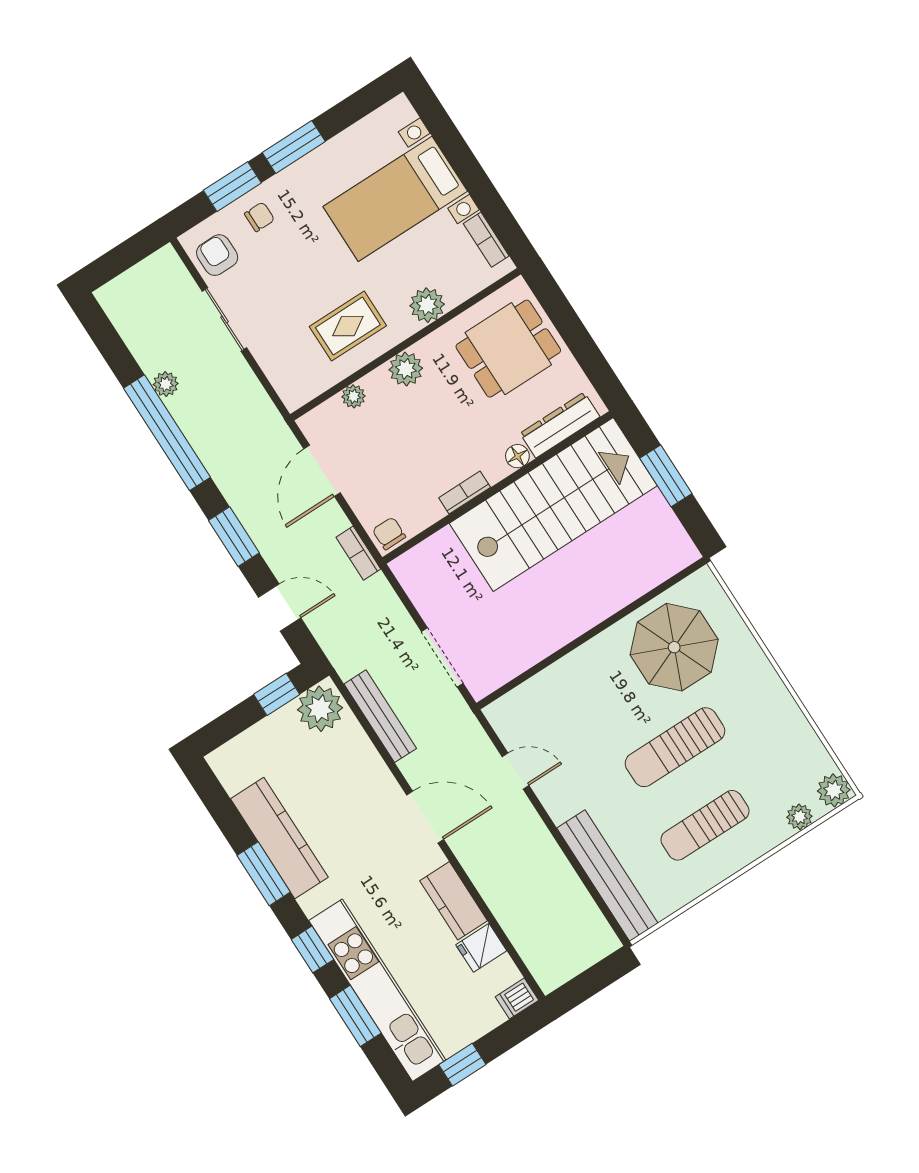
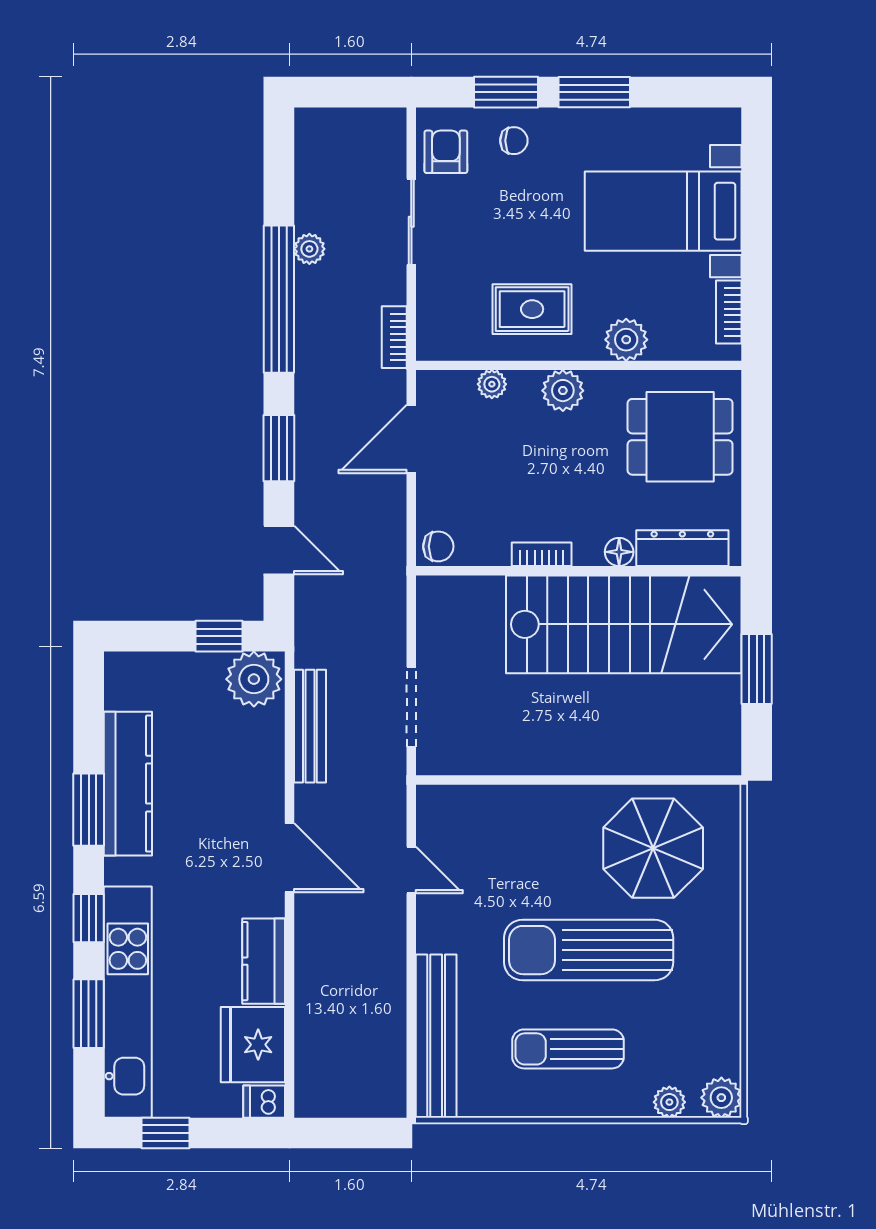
chair: (389, 533) -> (438, 546), turned 90
bookcase: (358, 553) -> (394, 337), moved
sun lounger: (675, 747) -> (589, 950), width x1.36, depth x1.34
fridge: (481, 948) -> (253, 1045), width x1.88, depth x1.34

